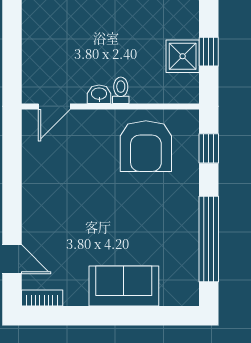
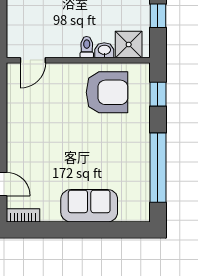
shower: (183, 56) -> (129, 45), moved
washbasin: (99, 94) -> (104, 50), moved
armchair: (146, 146) -> (107, 92), turned -90

